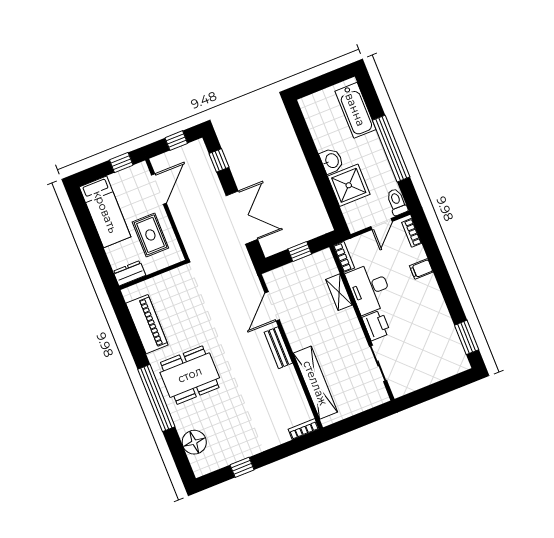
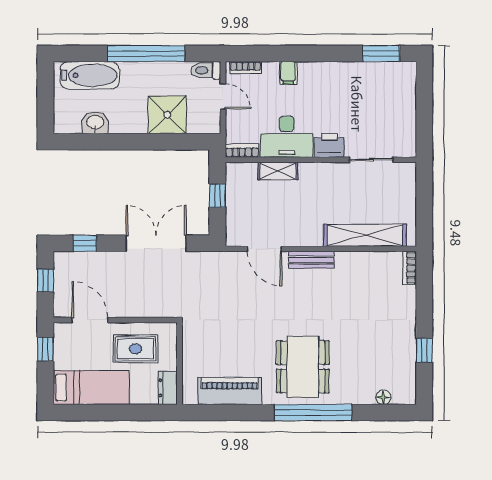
washbasin: (332, 161) -> (95, 123), moved
floor lamp: (194, 442) -> (383, 397), width x0.53, depth x0.53

